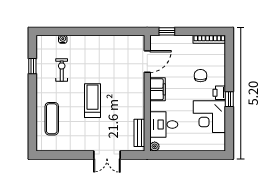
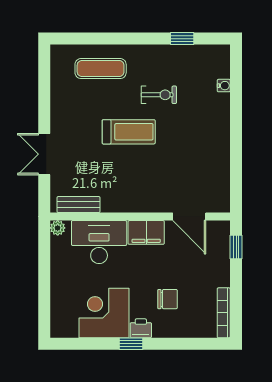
exercise bike: (62, 70) -> (159, 95), moved
desk: (164, 125) -> (99, 242), width x1.37

